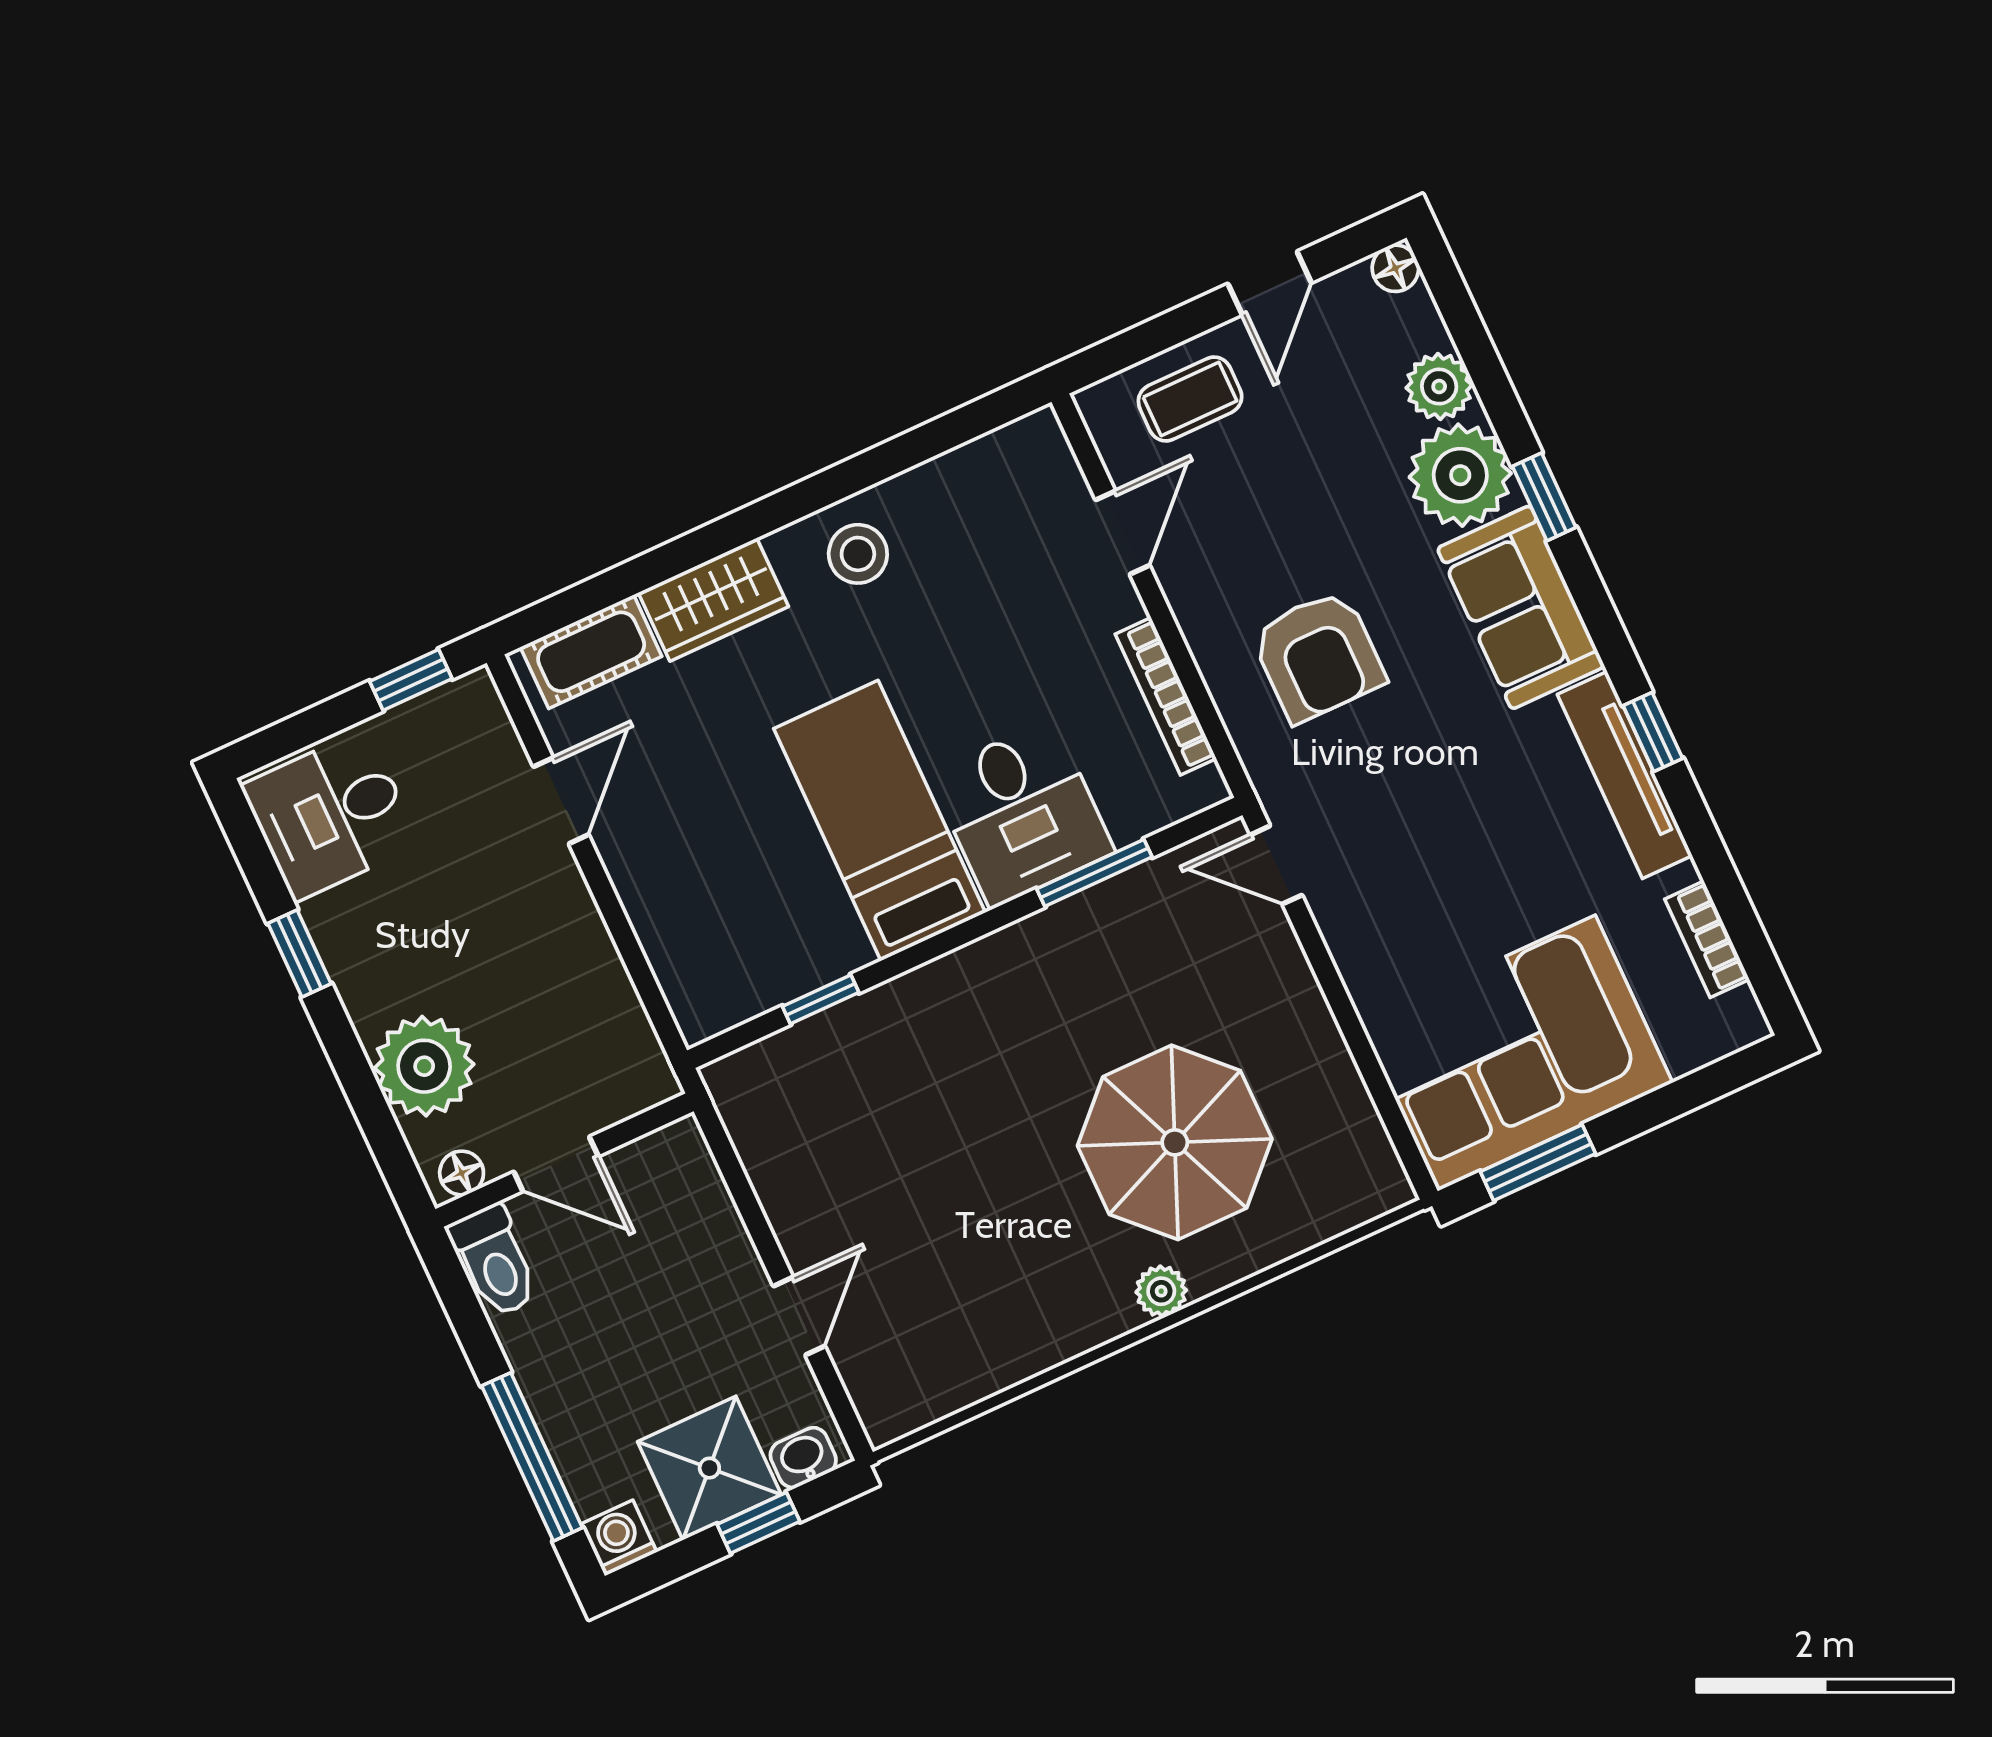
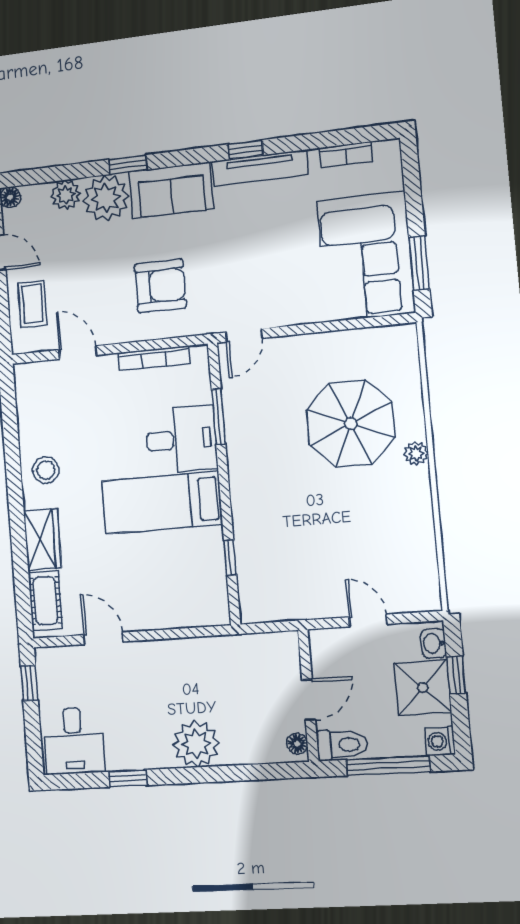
wall: (565, 1160) -> (308, 695), moved
door: (556, 1164) -> (309, 700), moved
floor lamp: (462, 1173) -> (297, 744), moved
toilet: (494, 1261) -> (342, 745), moved

